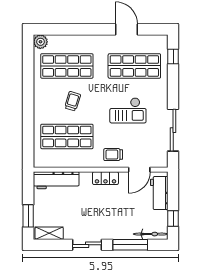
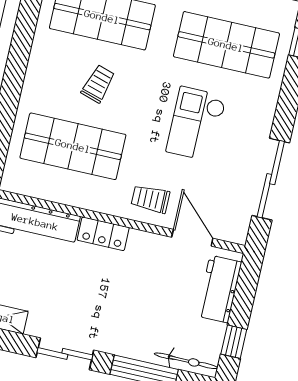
checkout: (128, 110) -> (196, 124), turned 90
door: (139, 170) -> (192, 238), swing flipped
locker: (105, 178) -> (103, 234), moved

